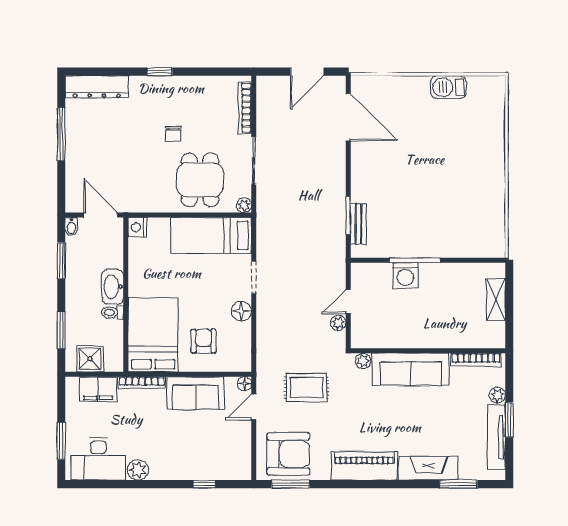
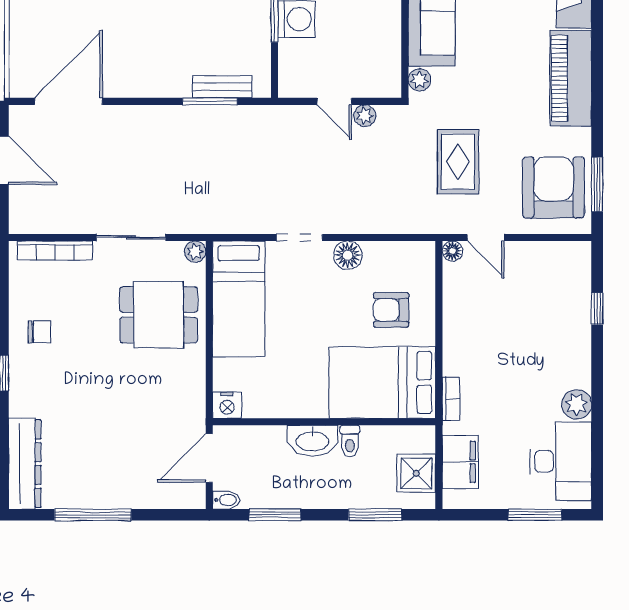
chair: (173, 134) -> (40, 332), moved
bookcase: (142, 383) -> (451, 399), width x0.64
sofa: (195, 393) -> (466, 321), removed

